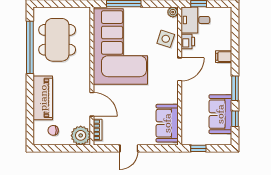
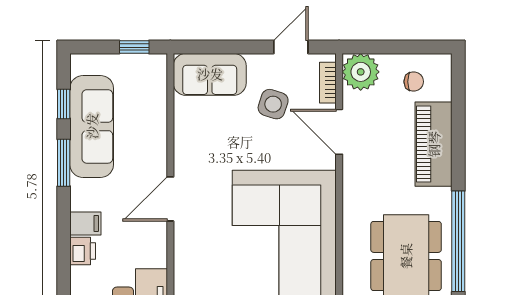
side table: (166, 39) -> (273, 104), moved
printer: (188, 41) -> (83, 251), moved, turned 180
sofa: (220, 114) -> (92, 126), width x1.36
sofa: (167, 123) -> (210, 74), moved, turned 90
door: (129, 148) -> (291, 47), moved

